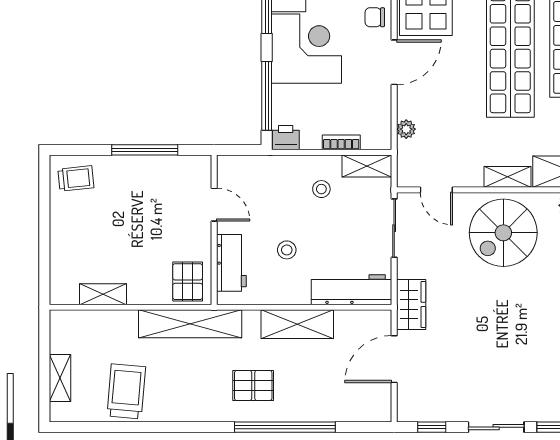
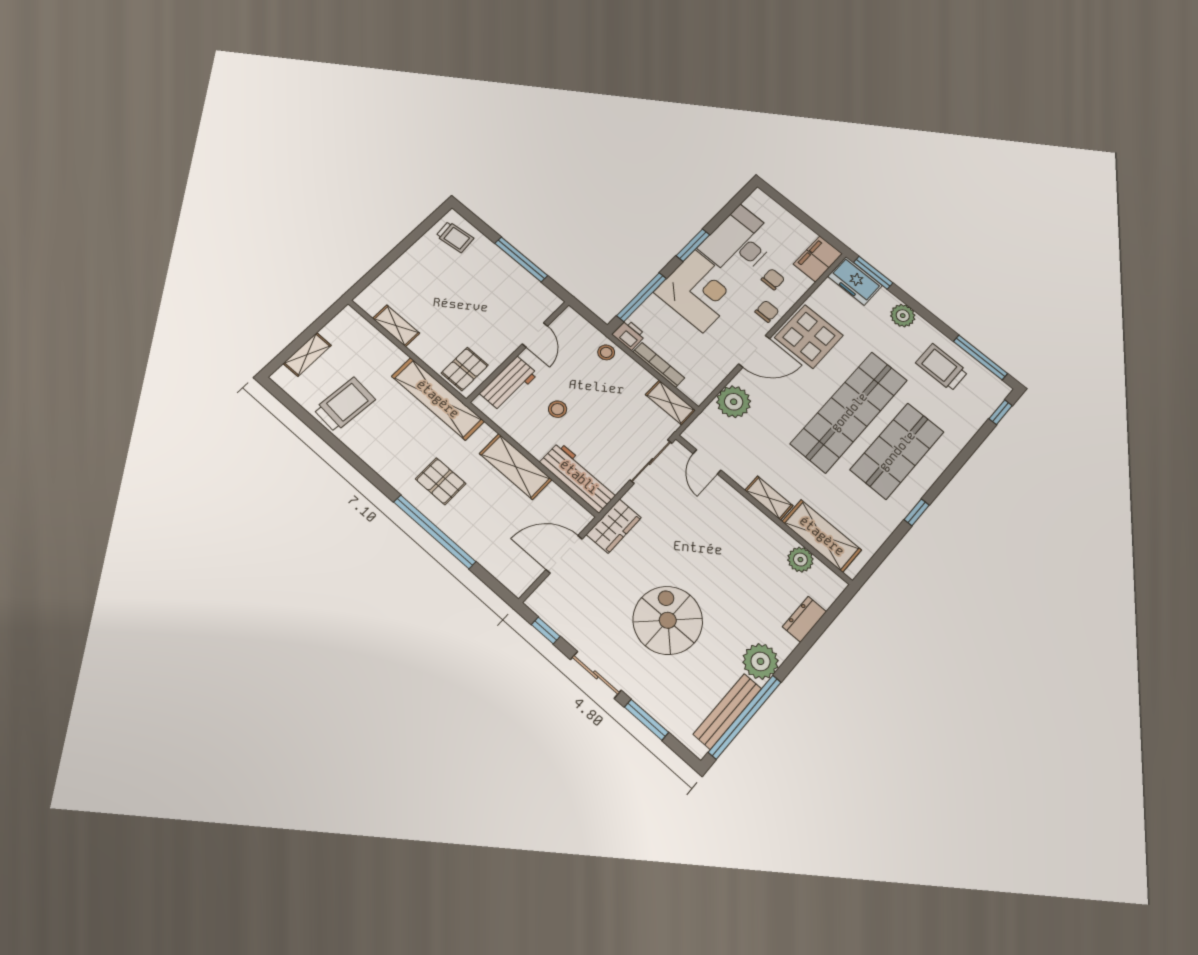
chair: (375, 17) -> (767, 311), turned 90
plant: (406, 129) -> (734, 402), width x1.87, depth x1.87
bookcase: (341, 142) -> (659, 365), width x1.56
stool: (321, 189) -> (606, 352), moved
spiral stairs: (503, 233) -> (668, 620), moved, turned 90

